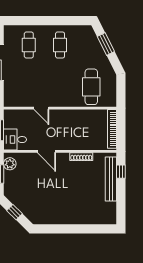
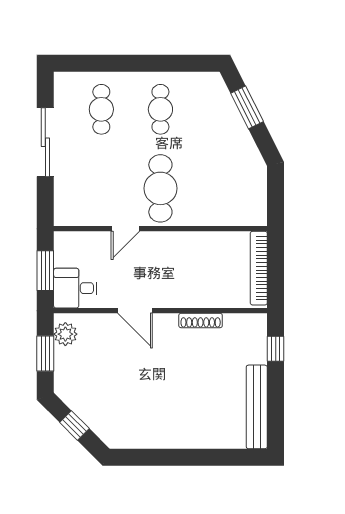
cafe table: (91, 87) -> (160, 188), moved
door: (41, 108) -> (125, 229), hinge flipped
bench: (111, 179) -> (257, 407), moved

